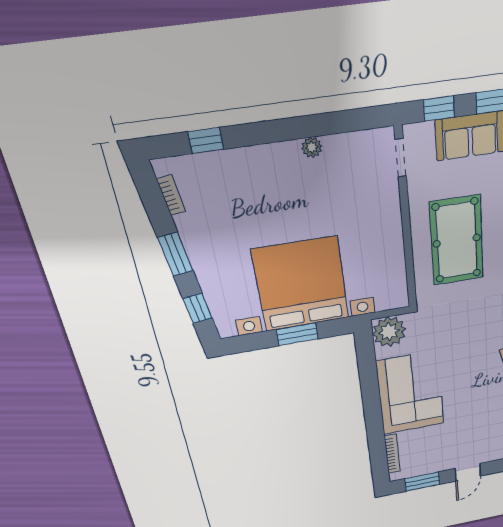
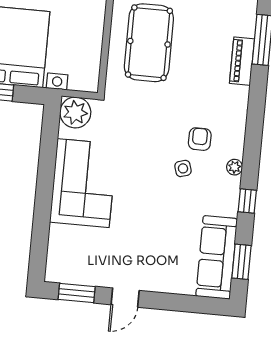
bookcase: (392, 454) -> (53, 248), removed

